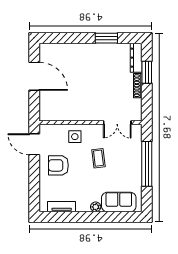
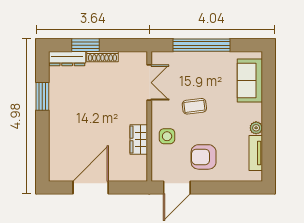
wardrobe: (72, 114) -> (139, 139), added
armchair: (58, 165) -> (204, 157), turned 90
plant: (96, 207) -> (256, 128), moved

